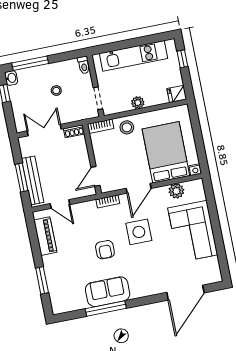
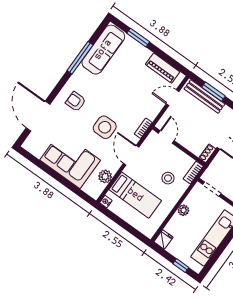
stool: (127, 127) -> (168, 178), moved
bed: (166, 152) -> (135, 195), width x0.67
armchair: (105, 250) -> (76, 101), moved
sofa: (108, 292) -> (103, 50), moved, width x1.36

